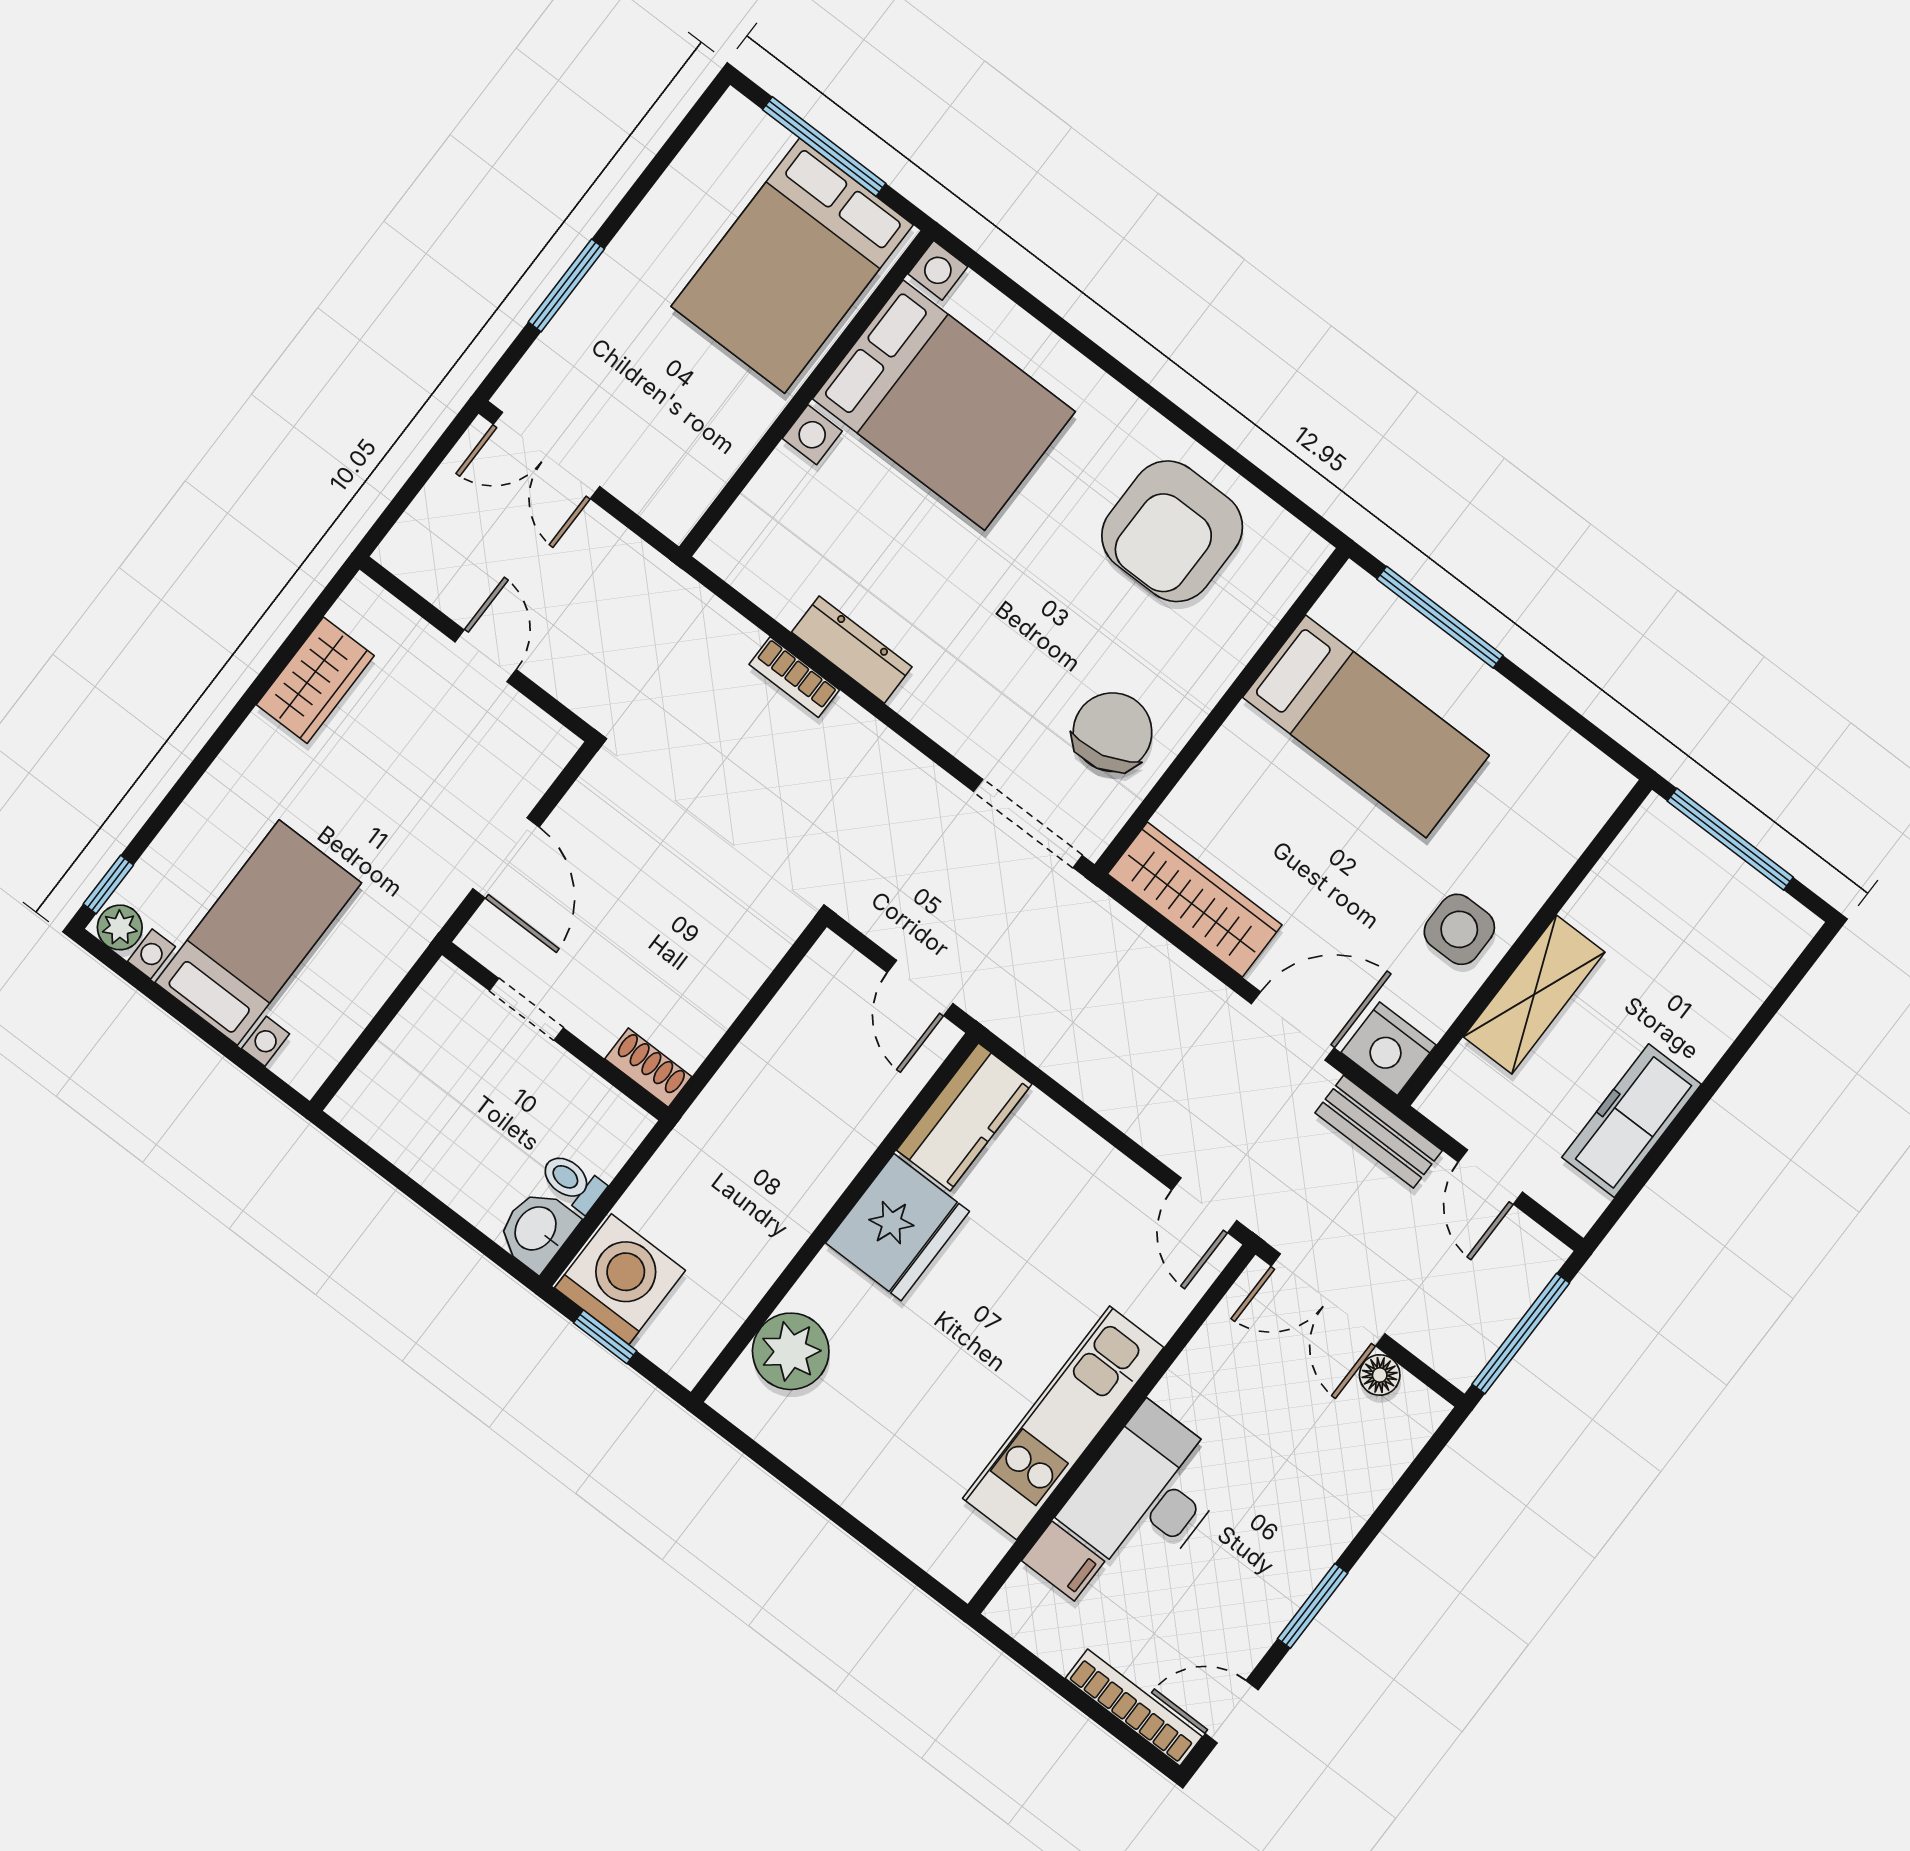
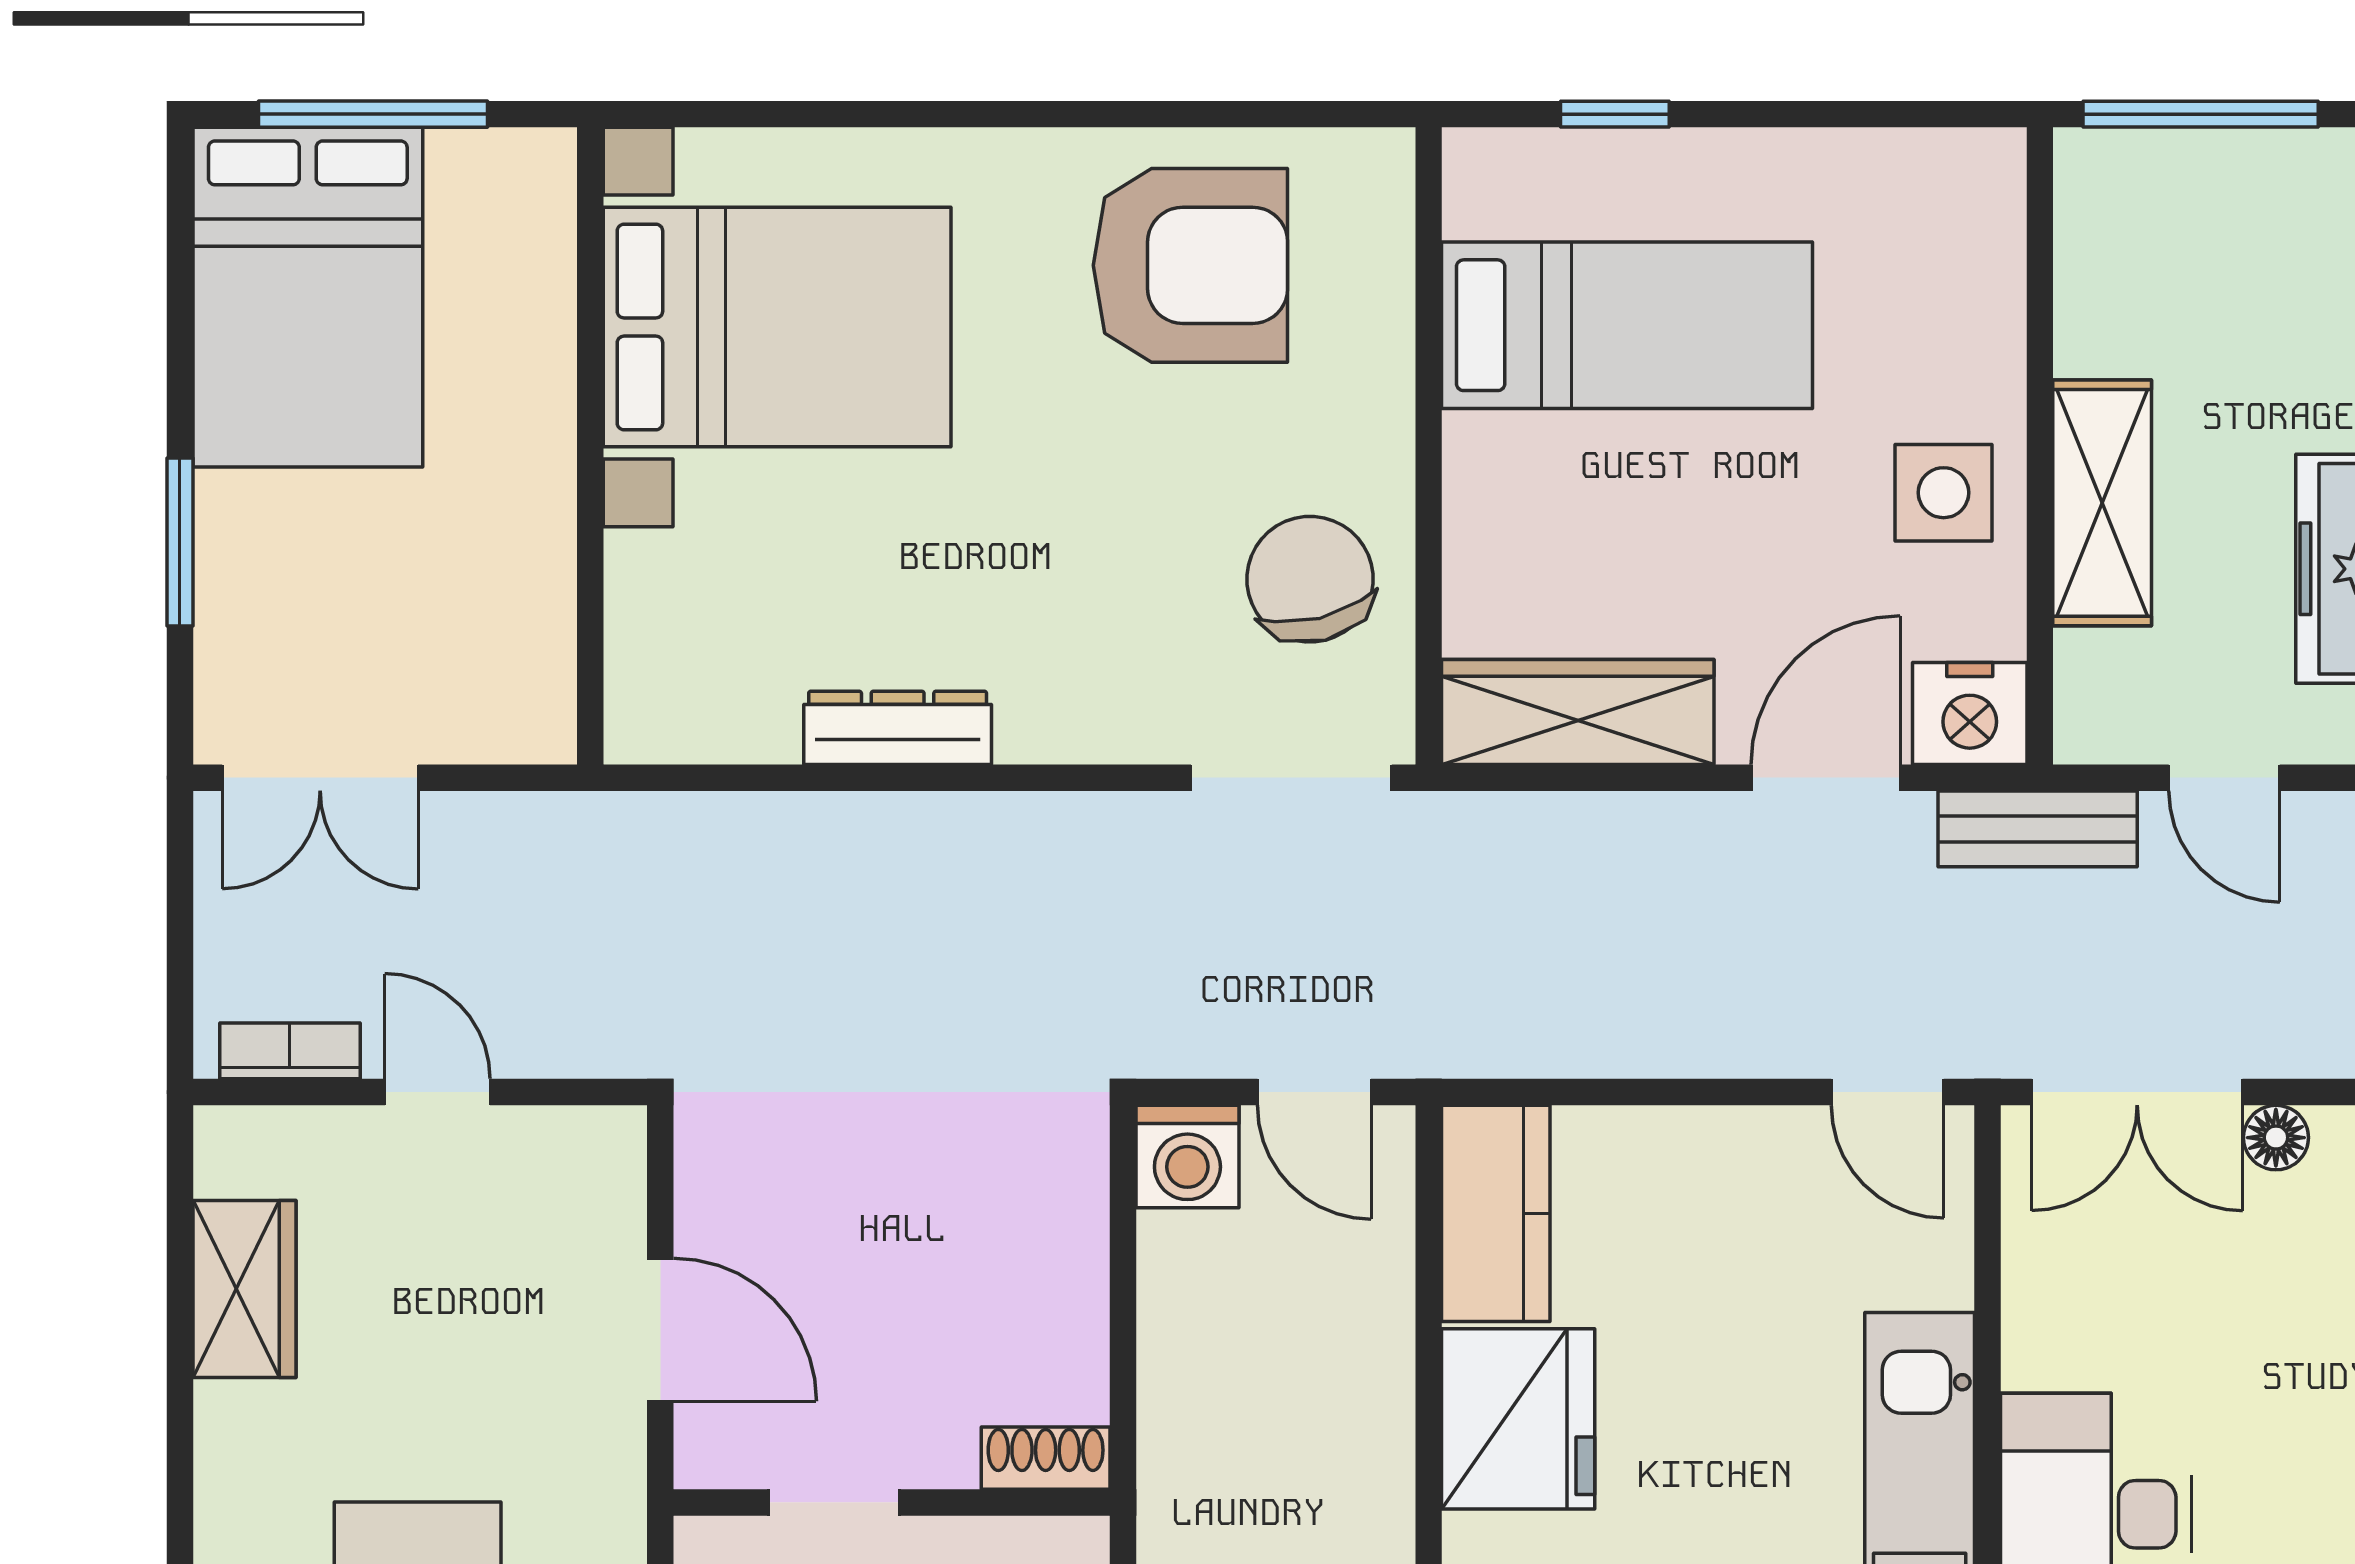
bed: (792, 266) -> (308, 297), moved
armchair: (1172, 531) -> (1190, 265), turned -90
window: (1440, 617) -> (1615, 114), width x0.46
bookcase: (794, 677) -> (290, 1051), moved, turned 180
washing machine: (833, 972) -> (1187, 1157), added

